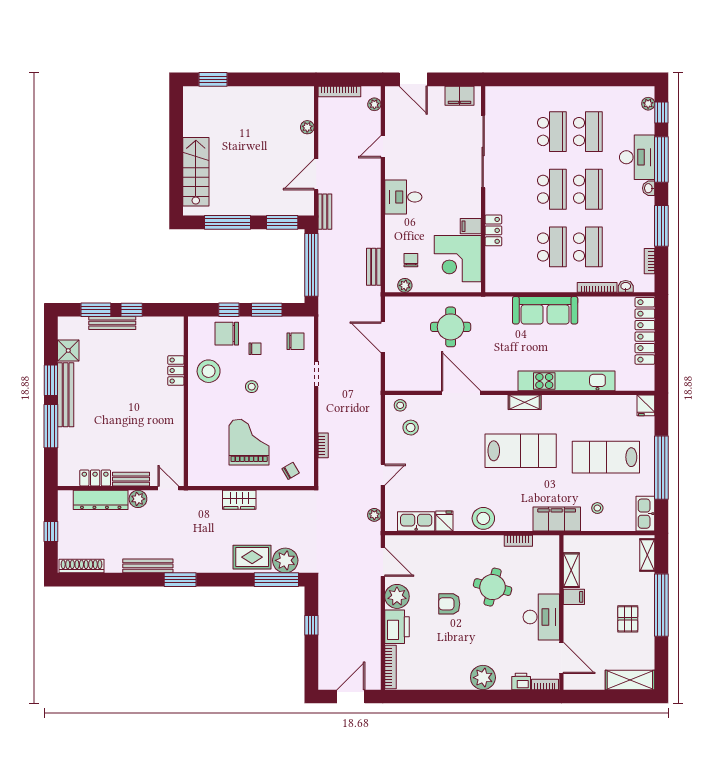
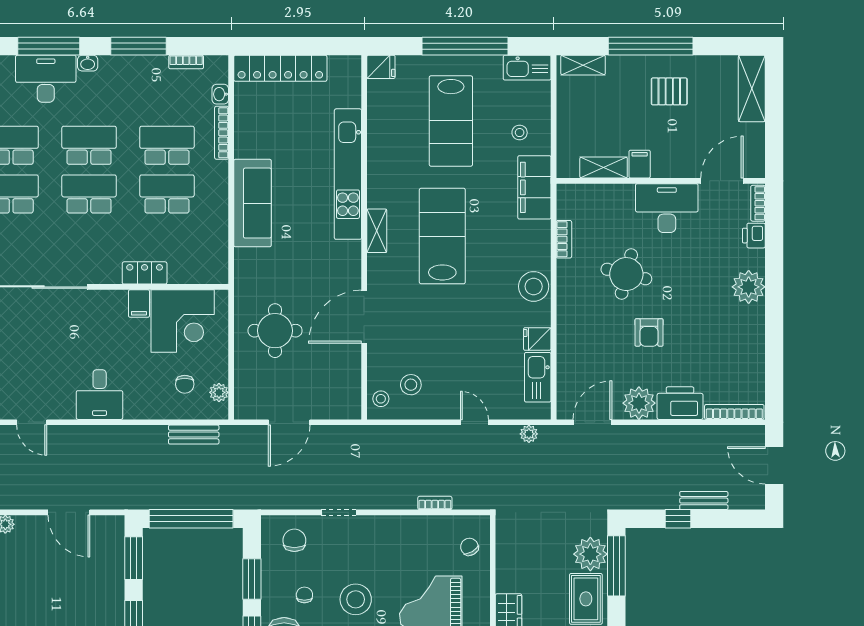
bench: (325, 212) -> (704, 501), moved
chair: (411, 260) -> (185, 384), turned -90
stool: (252, 387) -> (356, 599), width x1.89, depth x1.89

